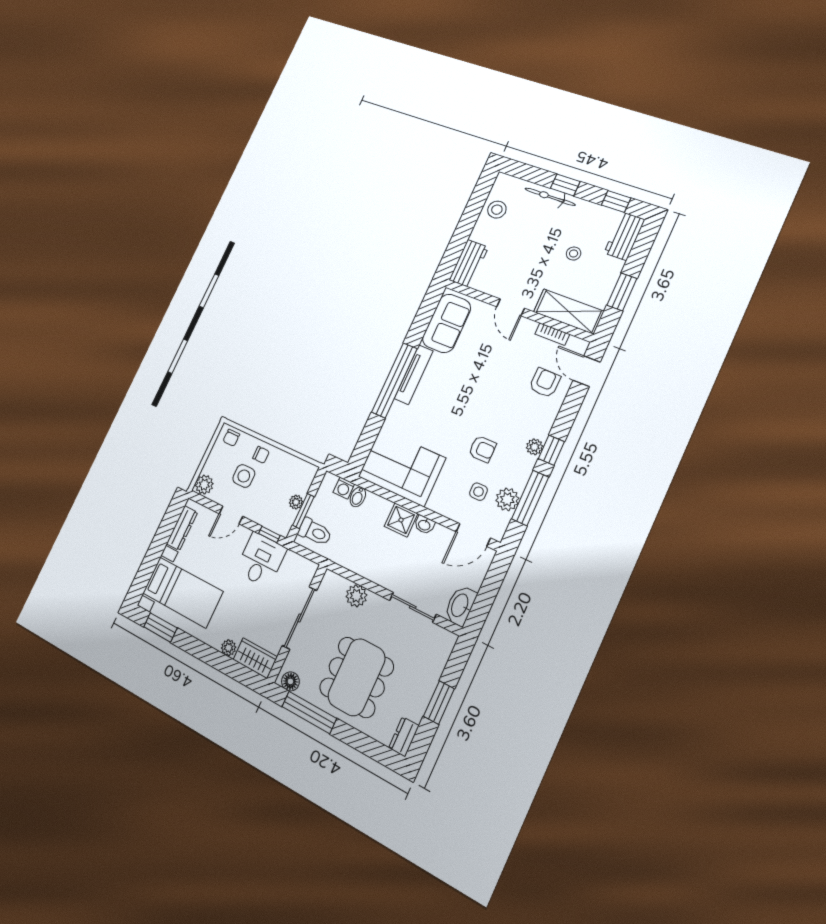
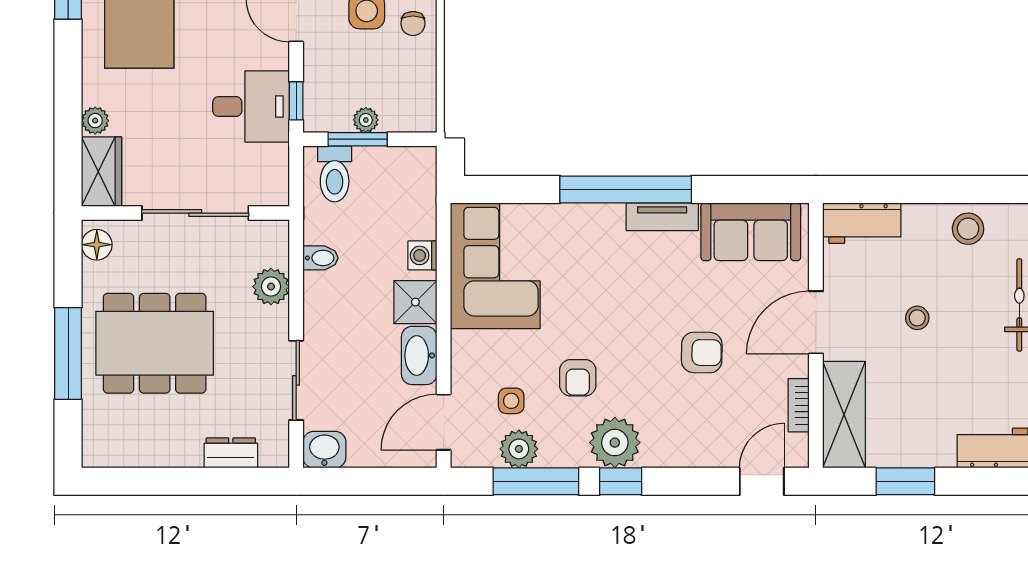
stool: (574, 254) -> (917, 318), moved
door: (511, 307) -> (816, 322), width x1.38
tv unit: (414, 375) -> (662, 217), width x0.71
armchair: (545, 383) -> (702, 352), moved
plant: (535, 447) -> (615, 443), width x1.87, depth x1.87
washing machine: (344, 488) -> (422, 255), moved
bidet: (358, 497) -> (320, 258), moved, turned 180
washbasin: (424, 525) -> (419, 355), width x1.91, depth x1.45
door: (473, 535) -> (444, 422), hinge flipped
washbasin: (460, 606) -> (324, 450), width x0.72
window: (439, 703) -> (181, 481), removed
window: (309, 712) -> (68, 353), moved
dresser: (404, 737) -> (231, 453), moved

